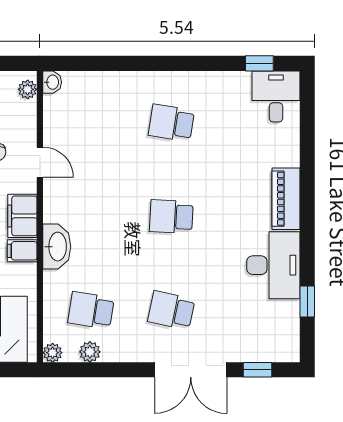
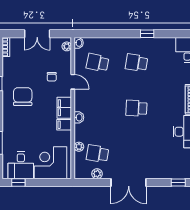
window: (259, 63) -> (147, 34), moved
washbasin: (57, 247) -> (79, 117), width x0.52, depth x0.69
school desk: (171, 310) -> (98, 63), moved
plant: (53, 353) -> (79, 147), moved
double door: (191, 370) -> (129, 182), moved

